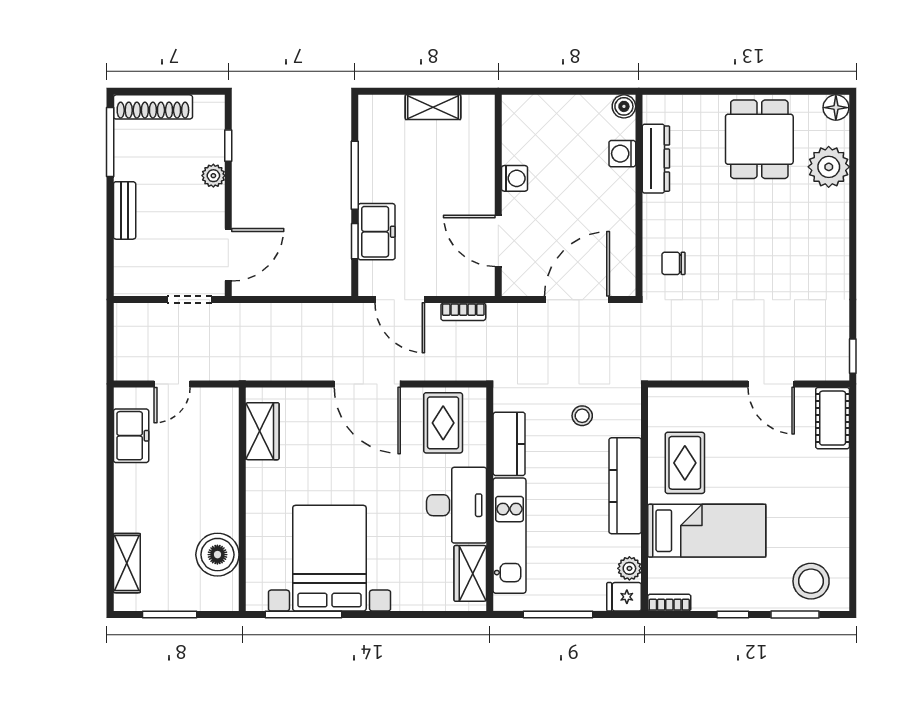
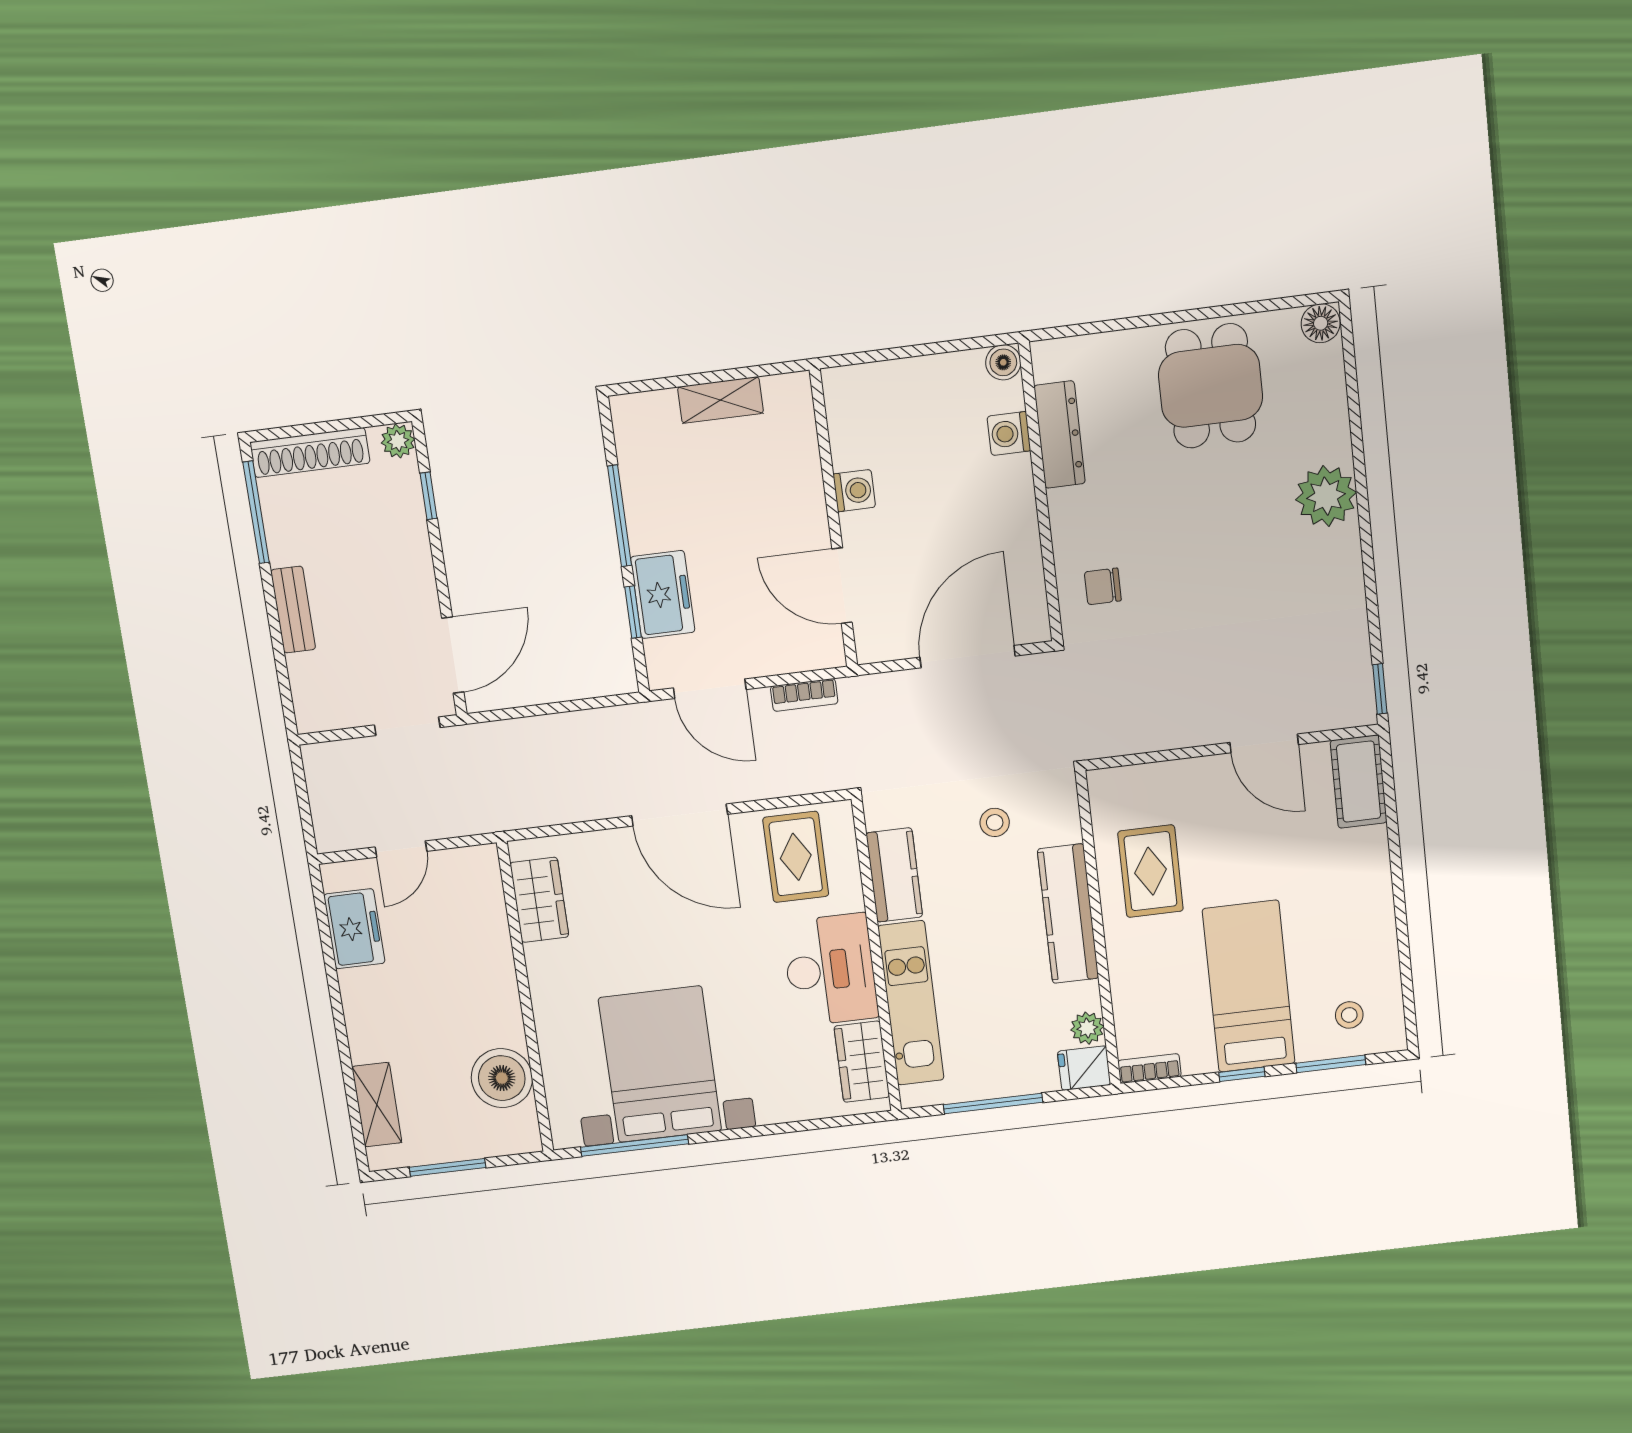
plant: (829, 167) -> (1326, 496), moved
plant: (213, 176) -> (398, 441), moved
bed: (707, 531) -> (1249, 986), moved, turned -90
stool: (811, 581) -> (1349, 1015), width x0.53, depth x0.53

